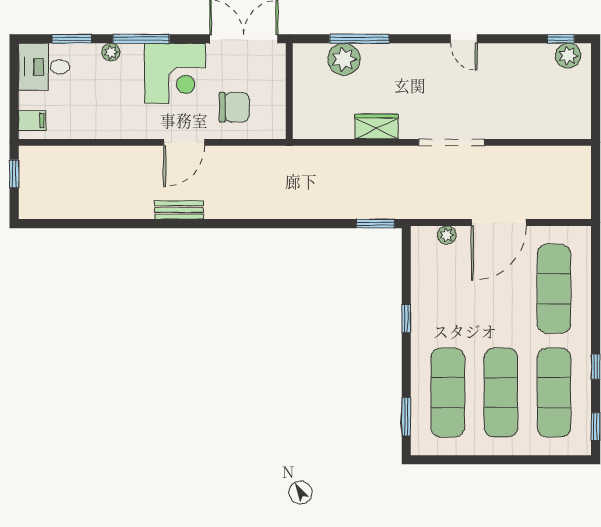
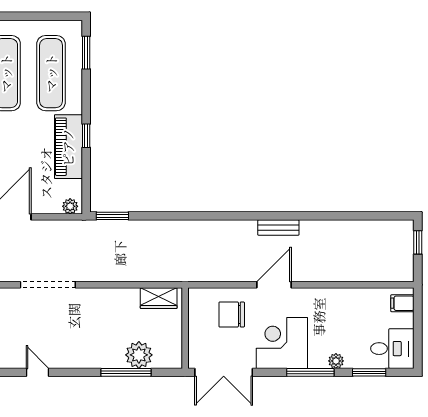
wardrobe: (377, 127) -> (159, 298), moved
window: (14, 174) -> (418, 242), moved
plant: (447, 235) -> (70, 206), moved
piano: (427, 306) -> (68, 147), added

